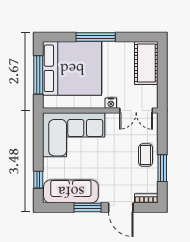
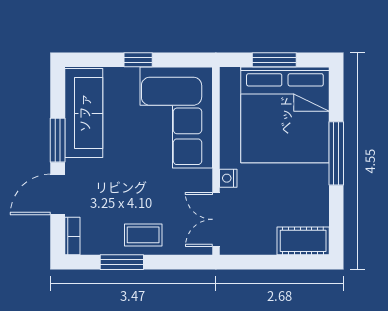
cot: (146, 63) -> (303, 241), width x0.73, depth x0.75
window: (38, 75) -> (274, 60), width x0.69
window: (38, 180) -> (138, 60), moved

